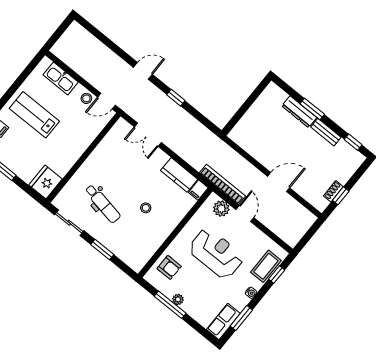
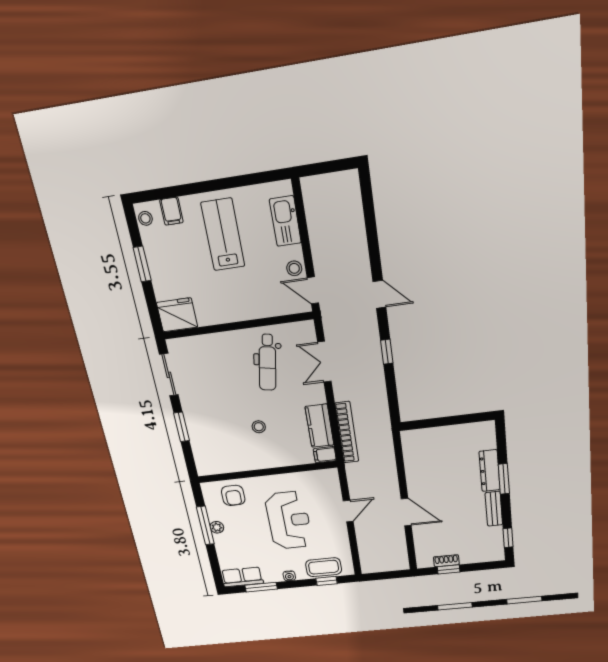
bookcase: (223, 184) -> (347, 432), moved
dental chair: (103, 204) -> (267, 362), moved
plant: (221, 209) -> (331, 489), removed

